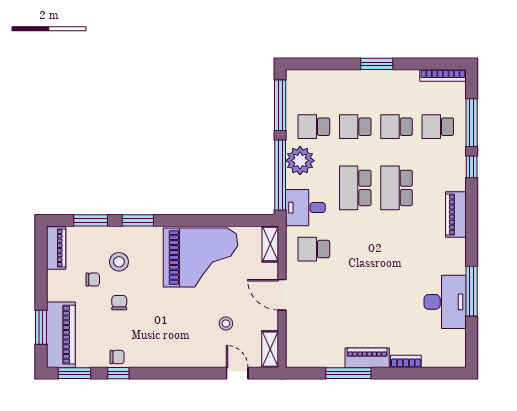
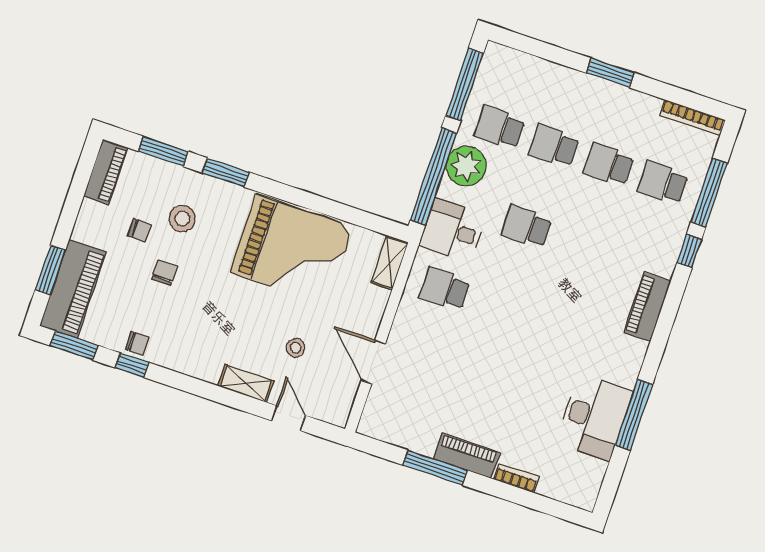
school desk: (355, 188) -> (527, 227), width x0.54
school desk: (397, 188) -> (581, 245), removed
door: (282, 295) -> (373, 362), moved
shelving: (270, 349) -> (246, 383), moved, turned 90

